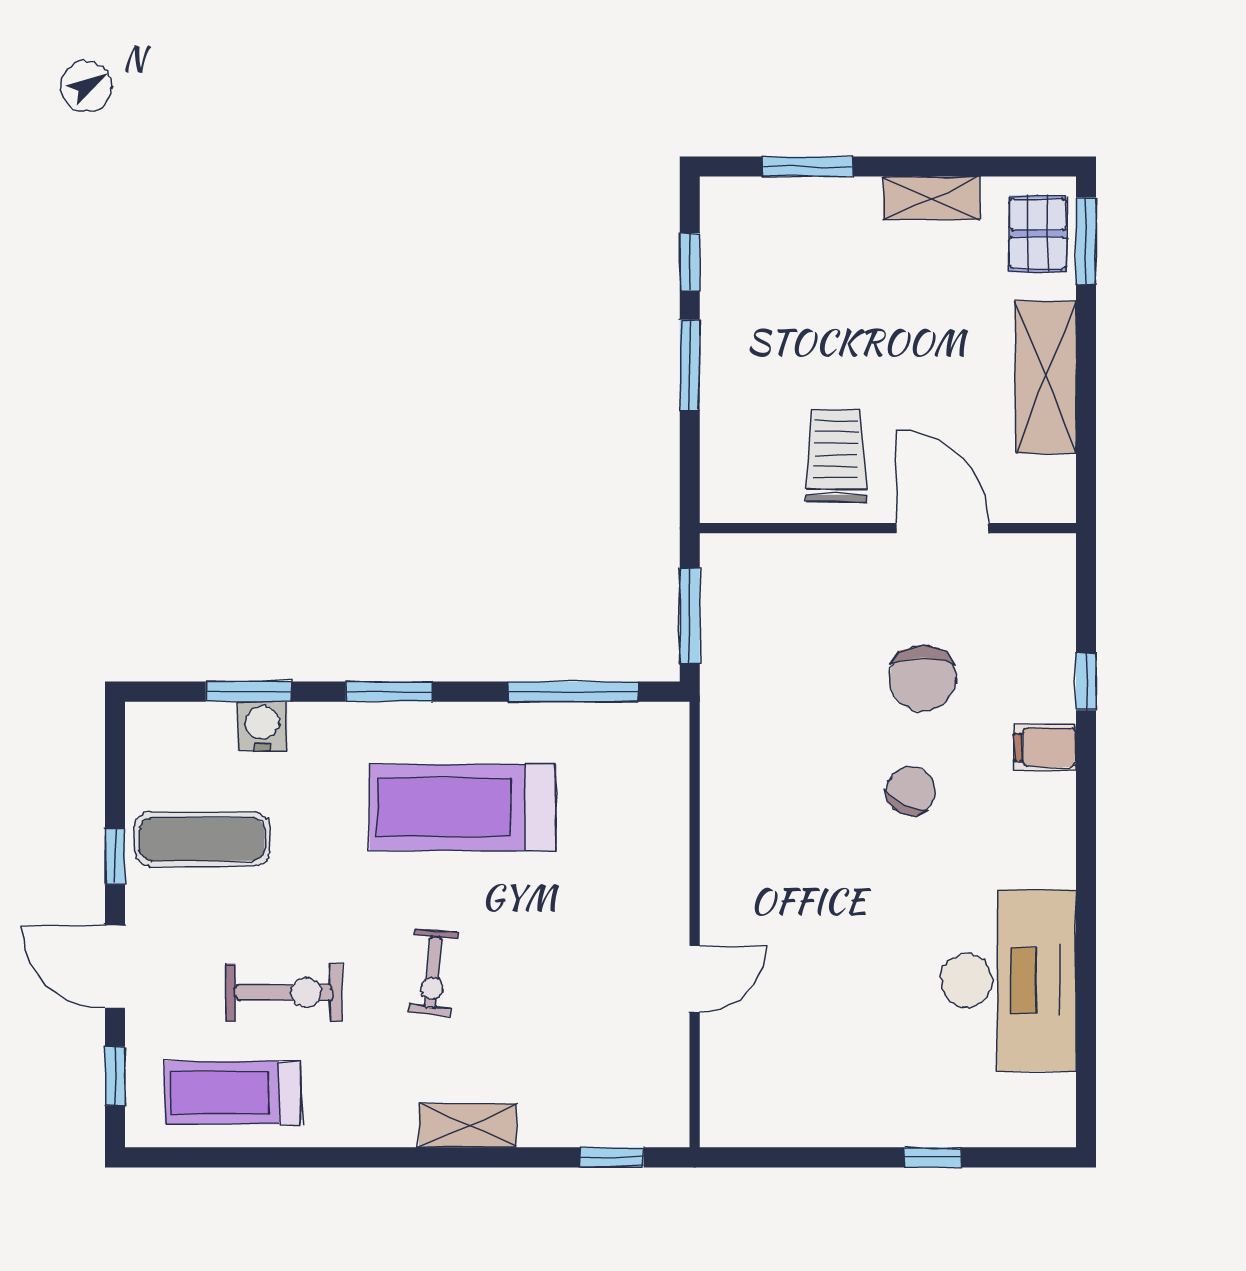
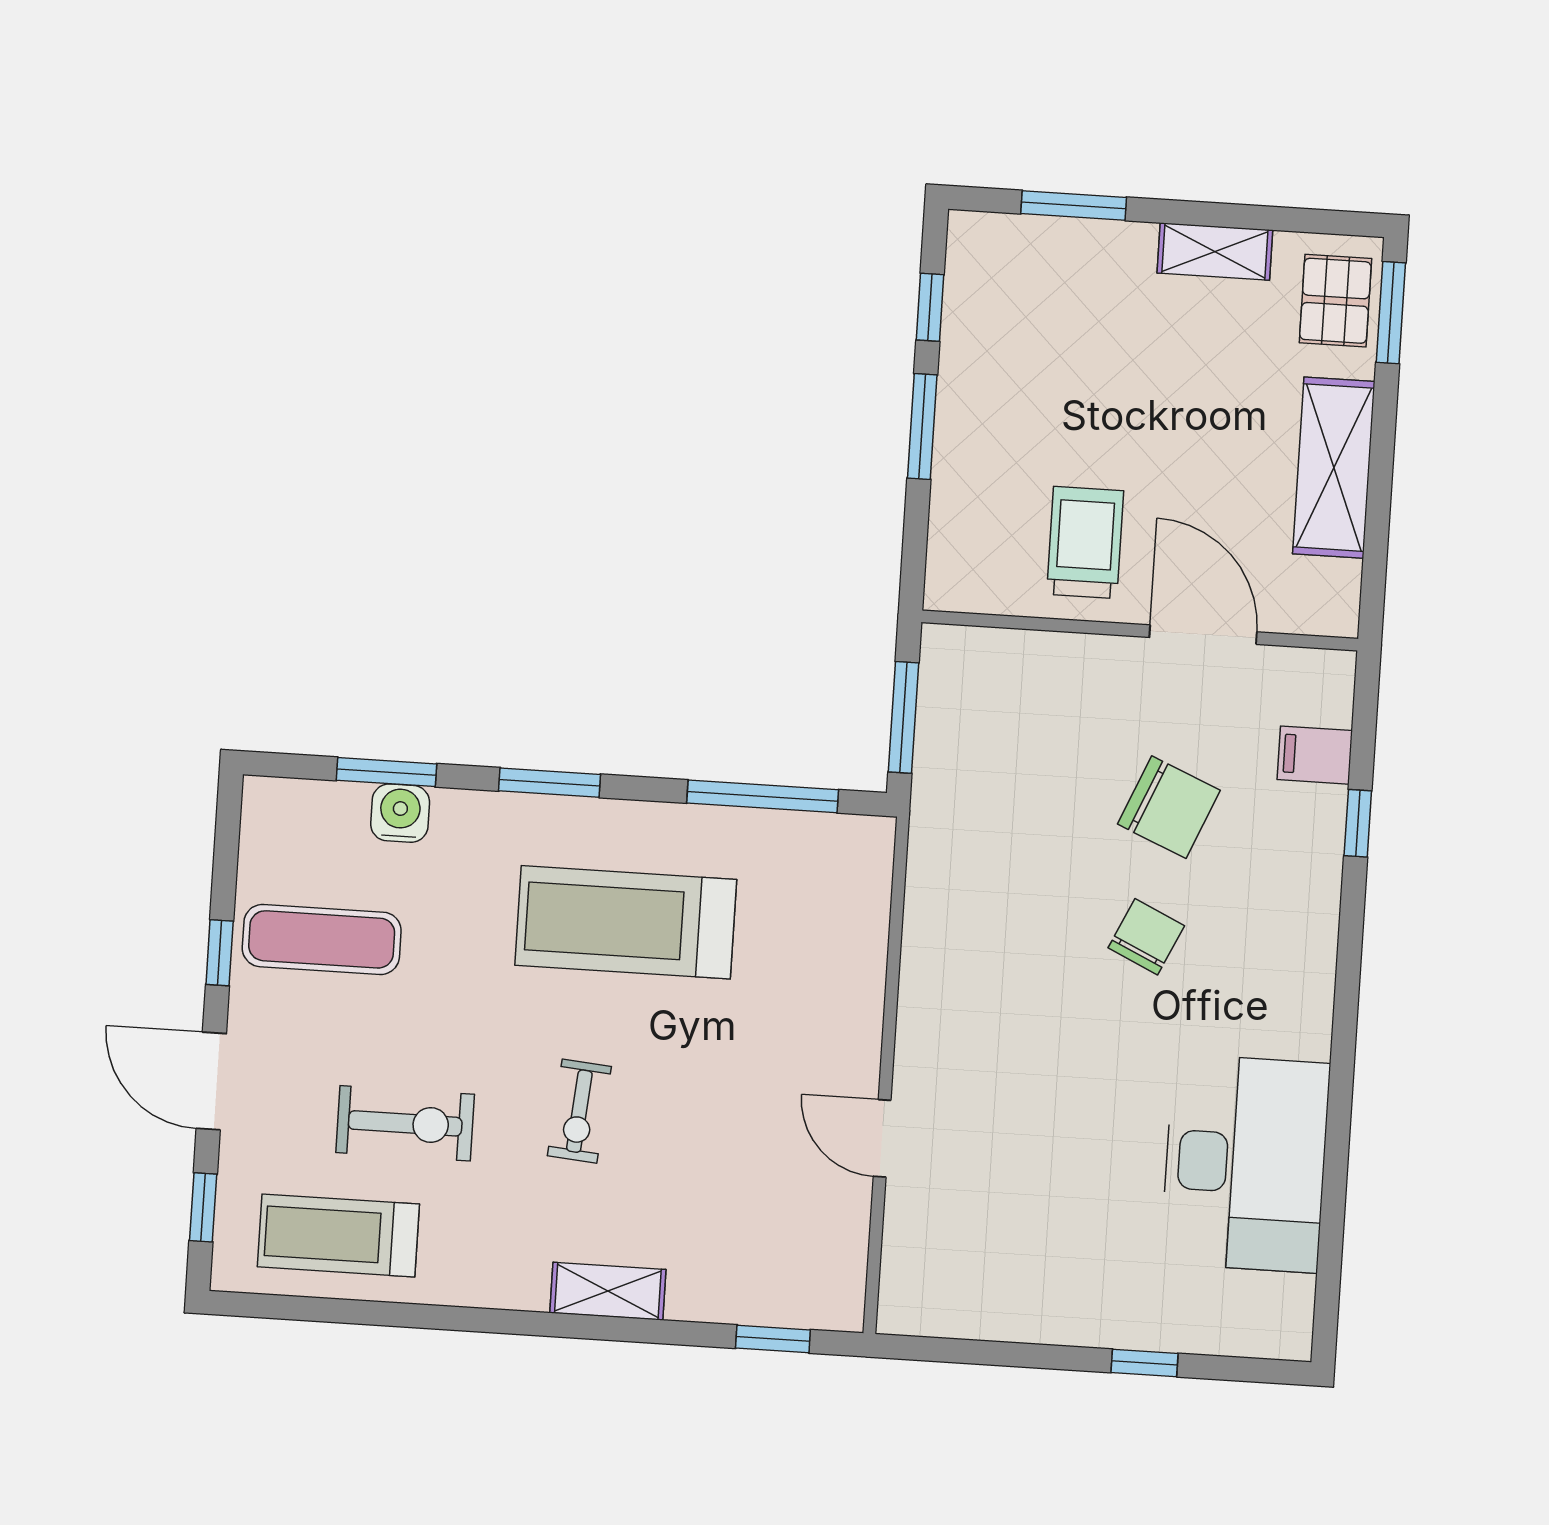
chair: (923, 678) -> (1169, 807), turned -67
filing cabinet: (1045, 747) -> (1315, 755), moved
door: (695, 979) -> (882, 1138), swing flipped

